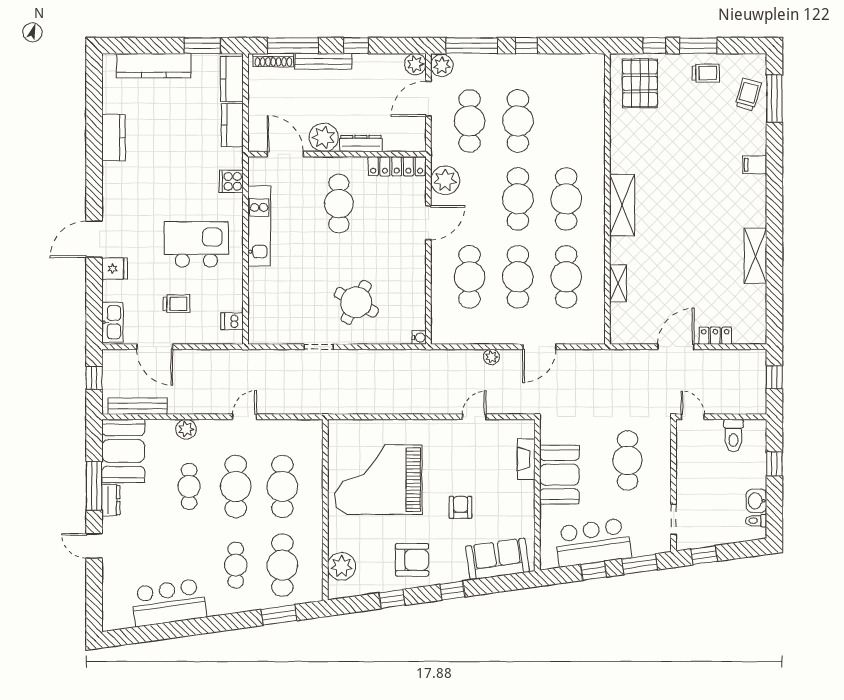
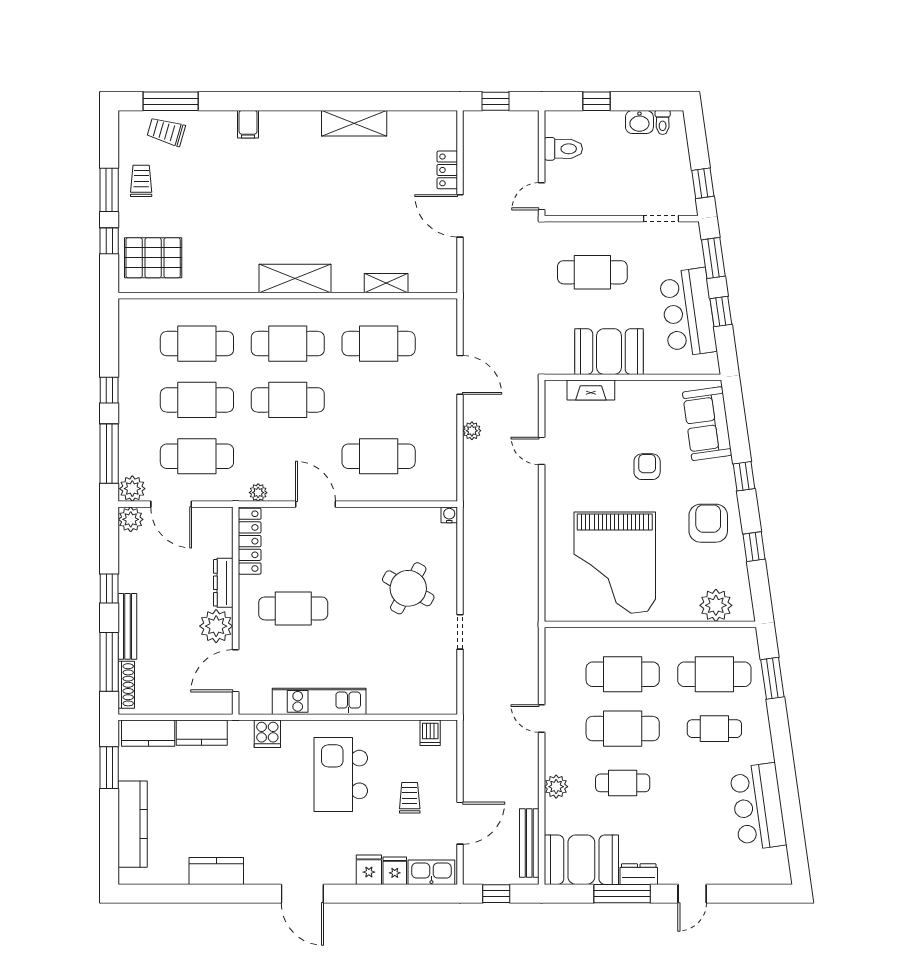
plant: (445, 180) -> (258, 493), width x0.53, depth x0.53
door: (94, 239) -> (302, 894), moved
cafe table: (518, 277) -> (197, 344), moved
fridge: (114, 291) -> (395, 871), added
armchair: (461, 507) -> (647, 467), turned 90

